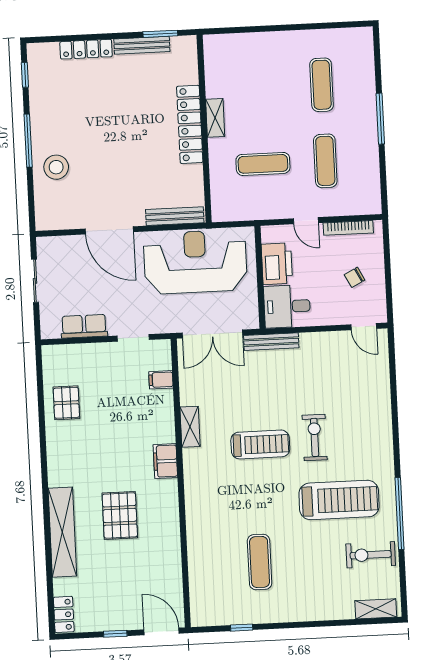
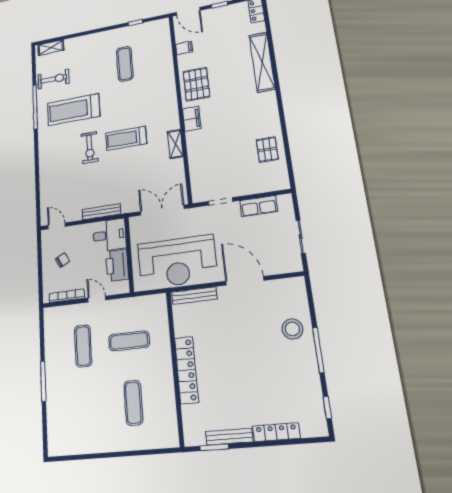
exercise mat: (322, 85) -> (133, 403), moved
shelving: (215, 118) -> (167, 376), removed
bench: (271, 342) -> (101, 212), moved
filing cabinet: (161, 380) -> (184, 48), moved
pallet: (120, 515) -> (196, 84), moved

